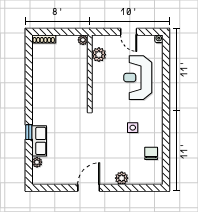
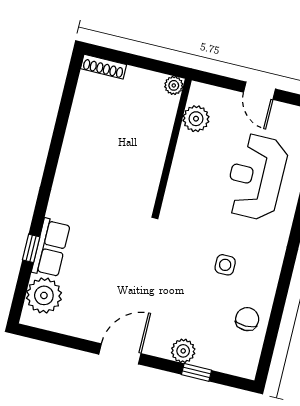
window: (29, 132) -> (31, 248), moved
plant: (37, 162) -> (44, 295), width x1.87, depth x1.87
window: (131, 188) -> (196, 372), added

